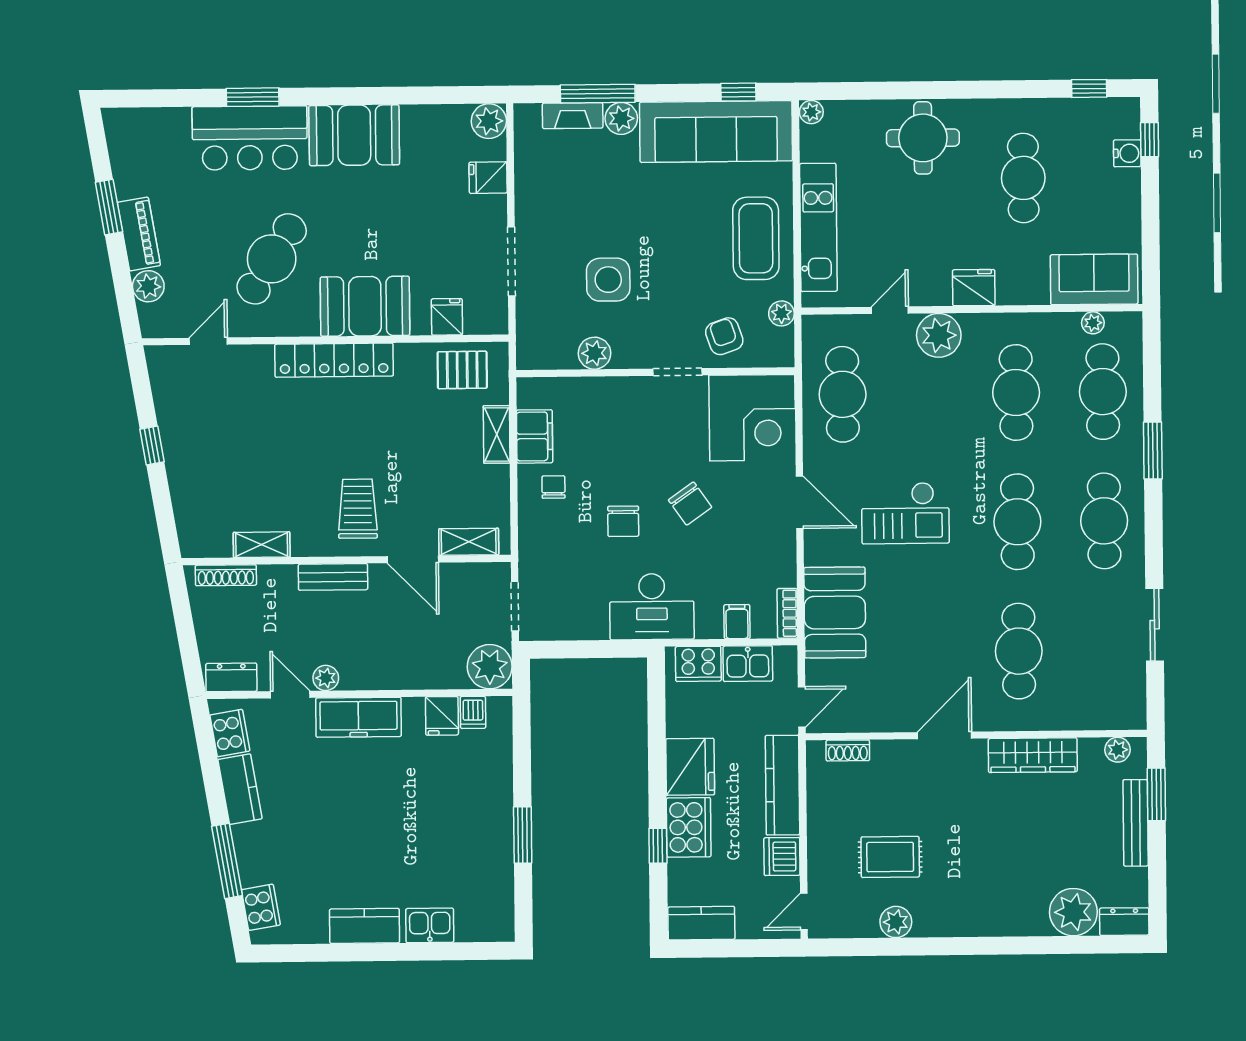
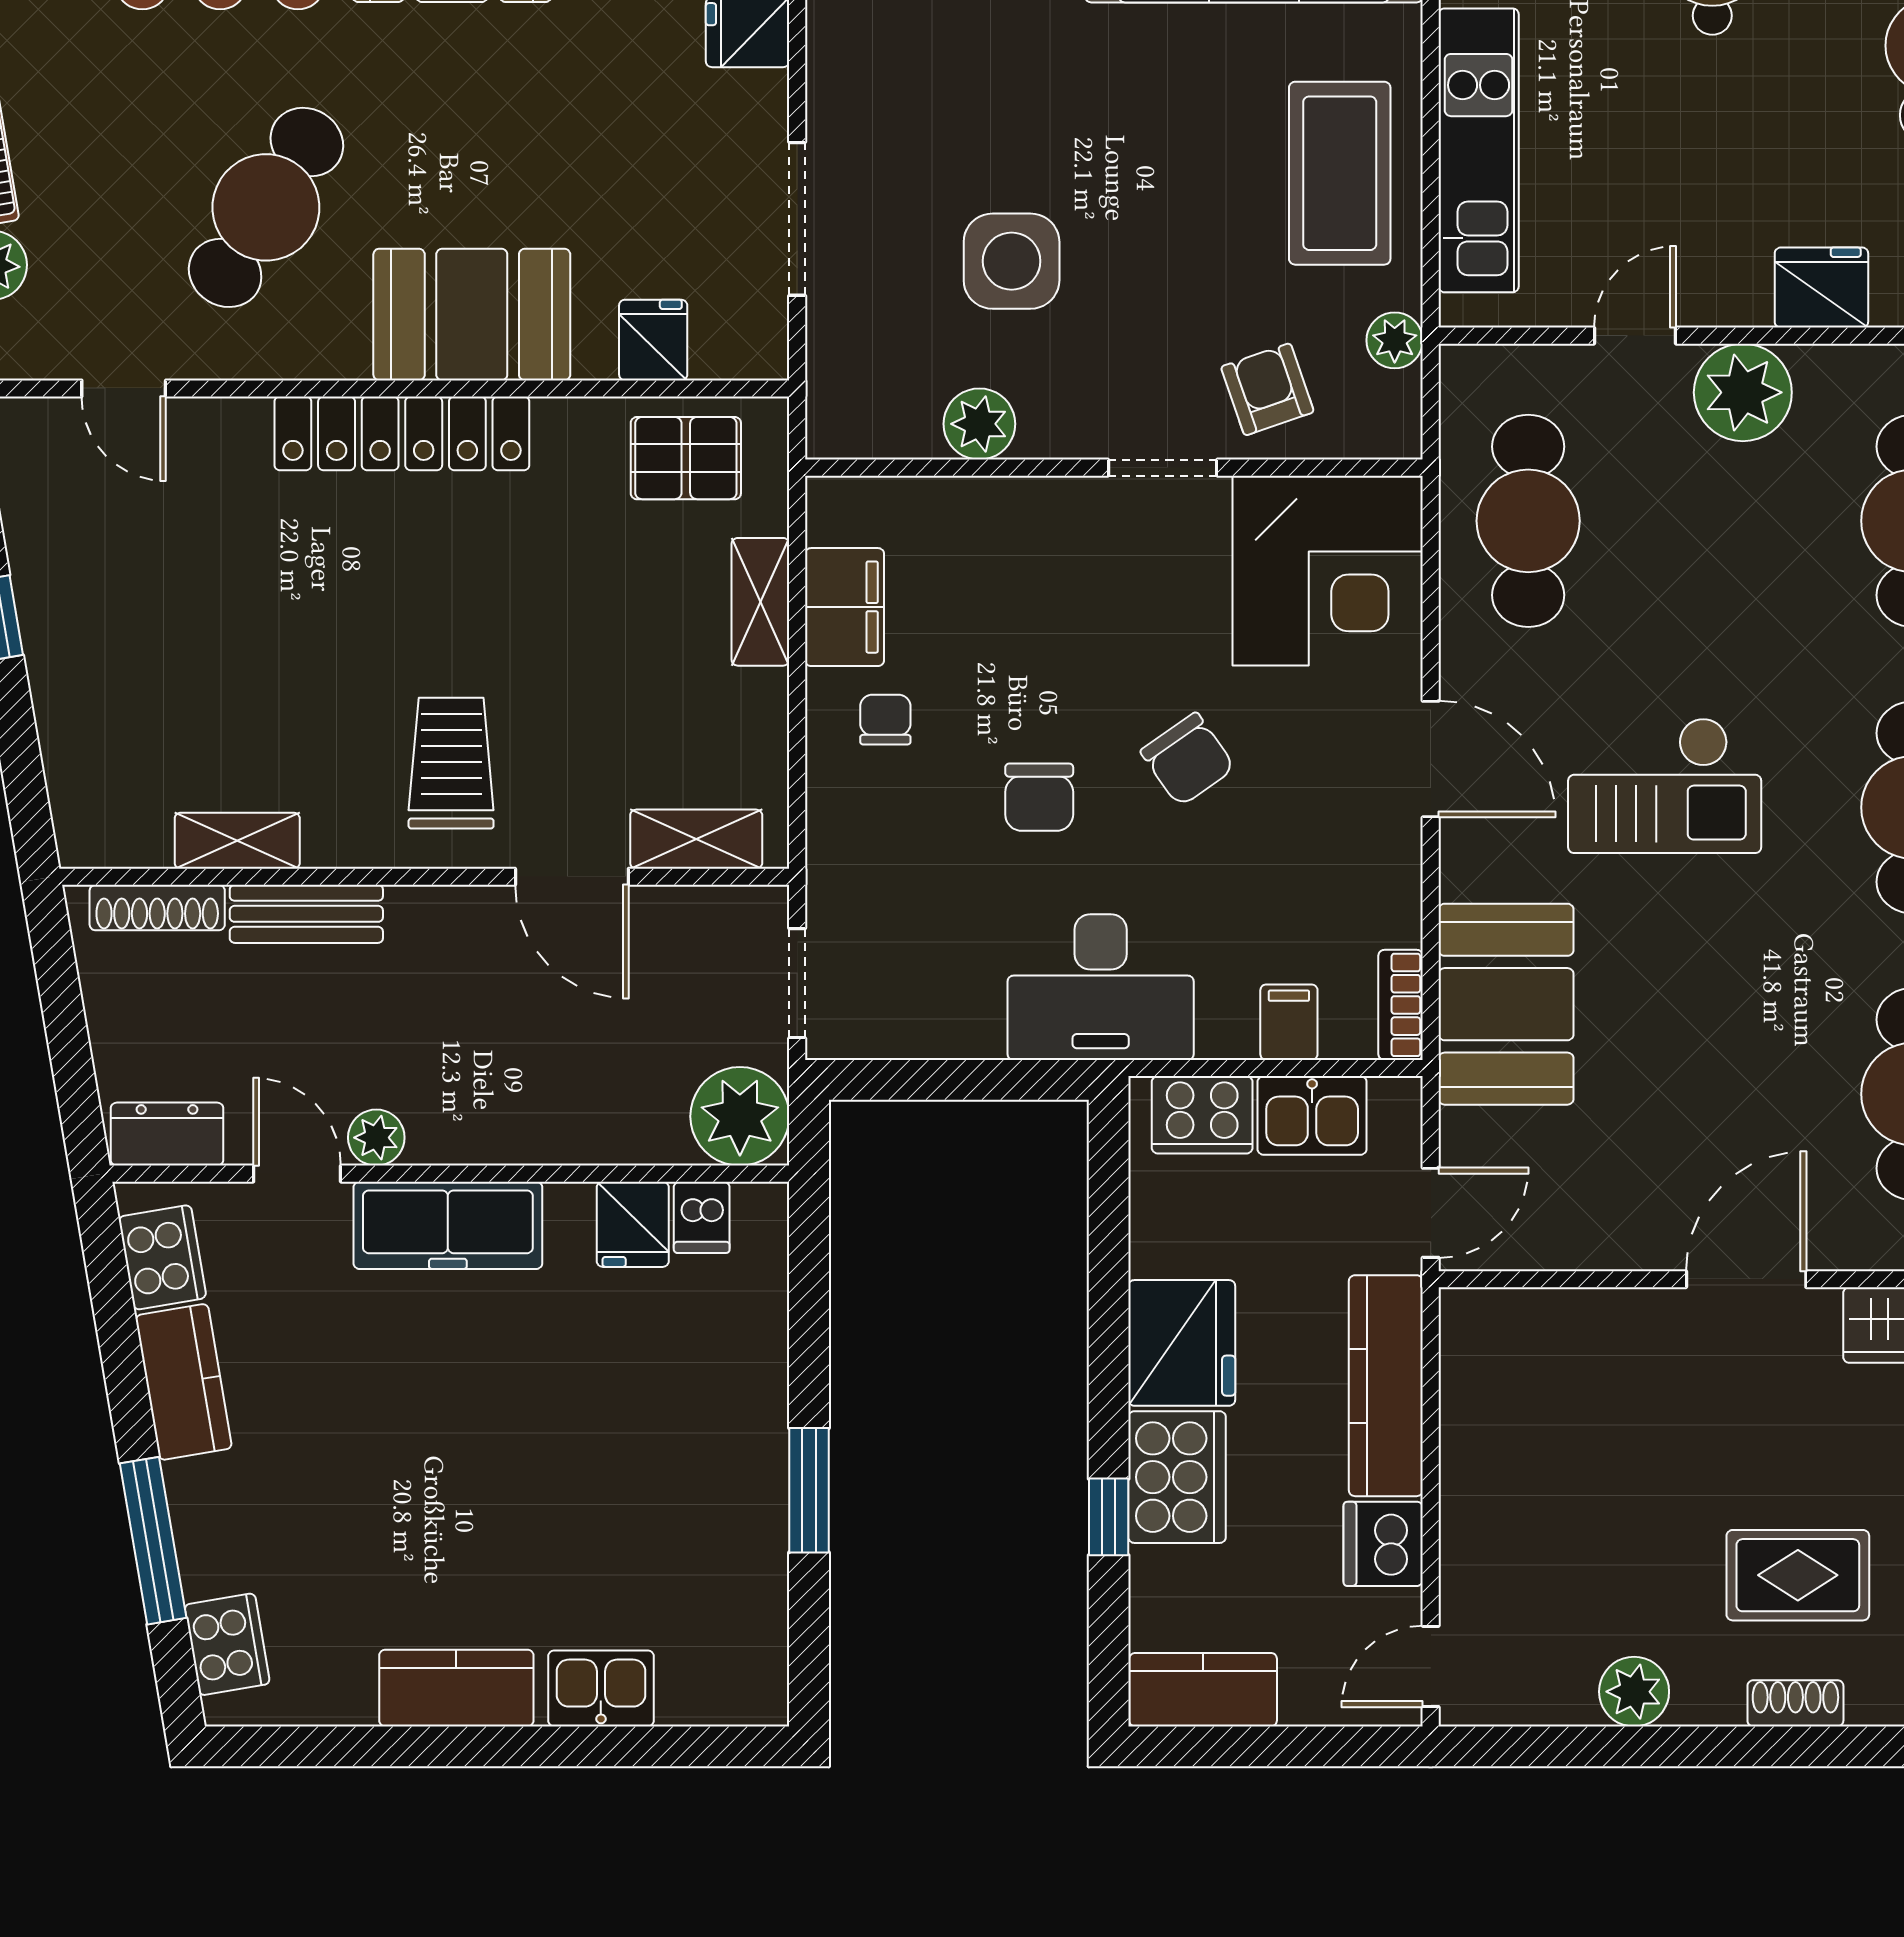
door: (208, 341) -> (124, 388), swing flipped
bench: (333, 577) -> (306, 914), moved
shoe rack: (848, 750) -> (1795, 1703), moved, turned 180
rug: (890, 857) -> (1798, 1575), moved

